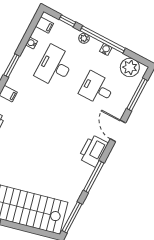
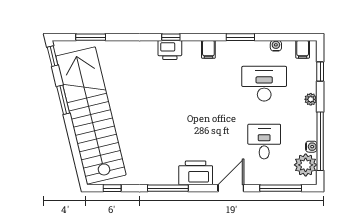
window: (103, 39) -> (320, 141), moved
water cooler: (106, 49) -> (311, 147), moved
window: (72, 217) -> (112, 188), width x0.46

